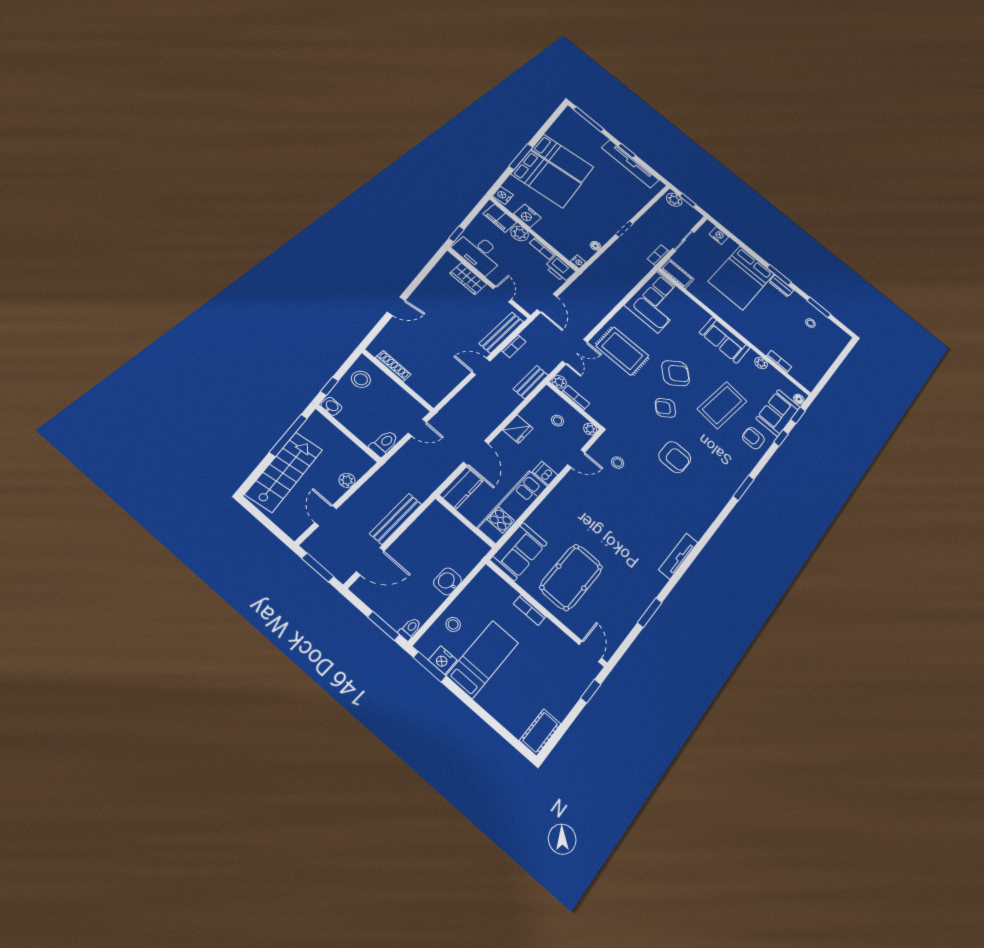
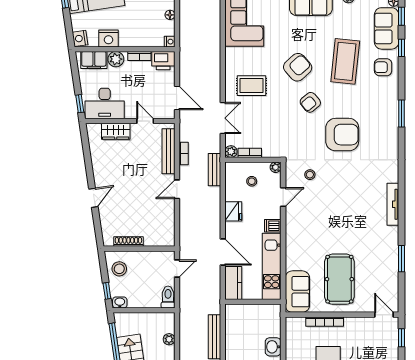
rug: (622, 351) -> (251, 86), width x0.73, depth x0.70
armchair: (675, 457) -> (342, 135), width x1.36, depth x1.36
bookcase: (530, 610) -> (325, 322), width x1.56

